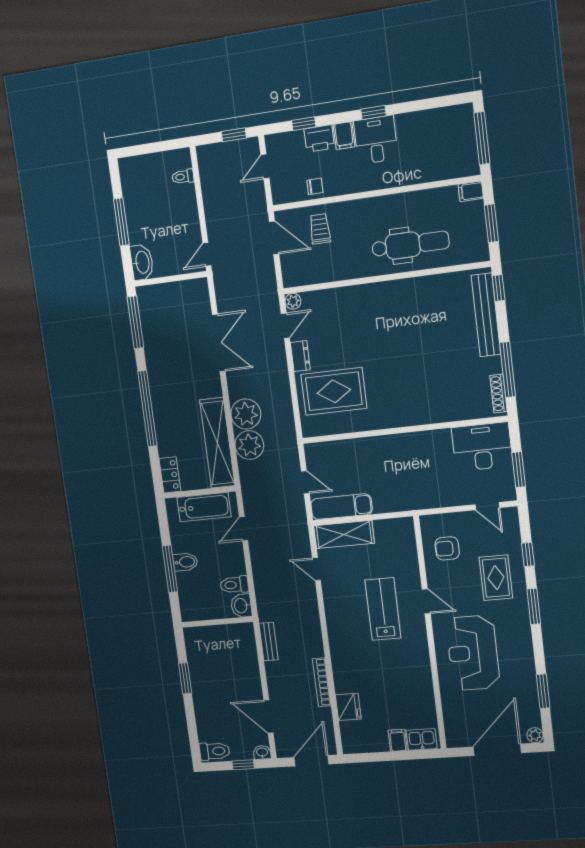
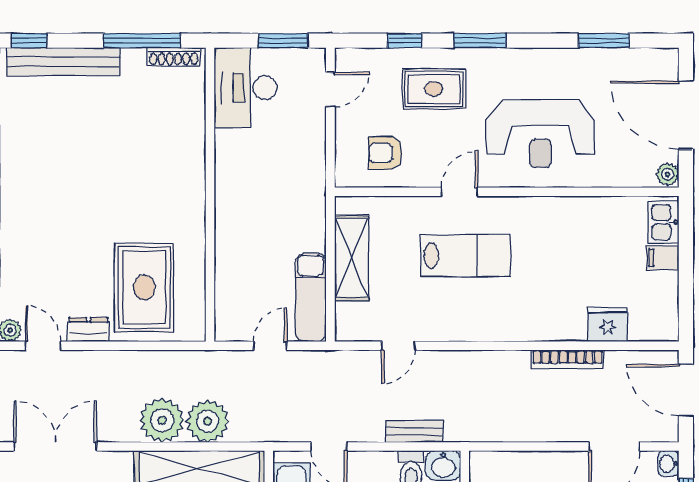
shelving: (344, 535) -> (352, 258), moved
armchair: (447, 548) -> (385, 153), turned 90
lab bench: (383, 609) -> (466, 256), turned 180
bench: (269, 642) -> (414, 431), moved
plant: (535, 735) -> (668, 174), moved

